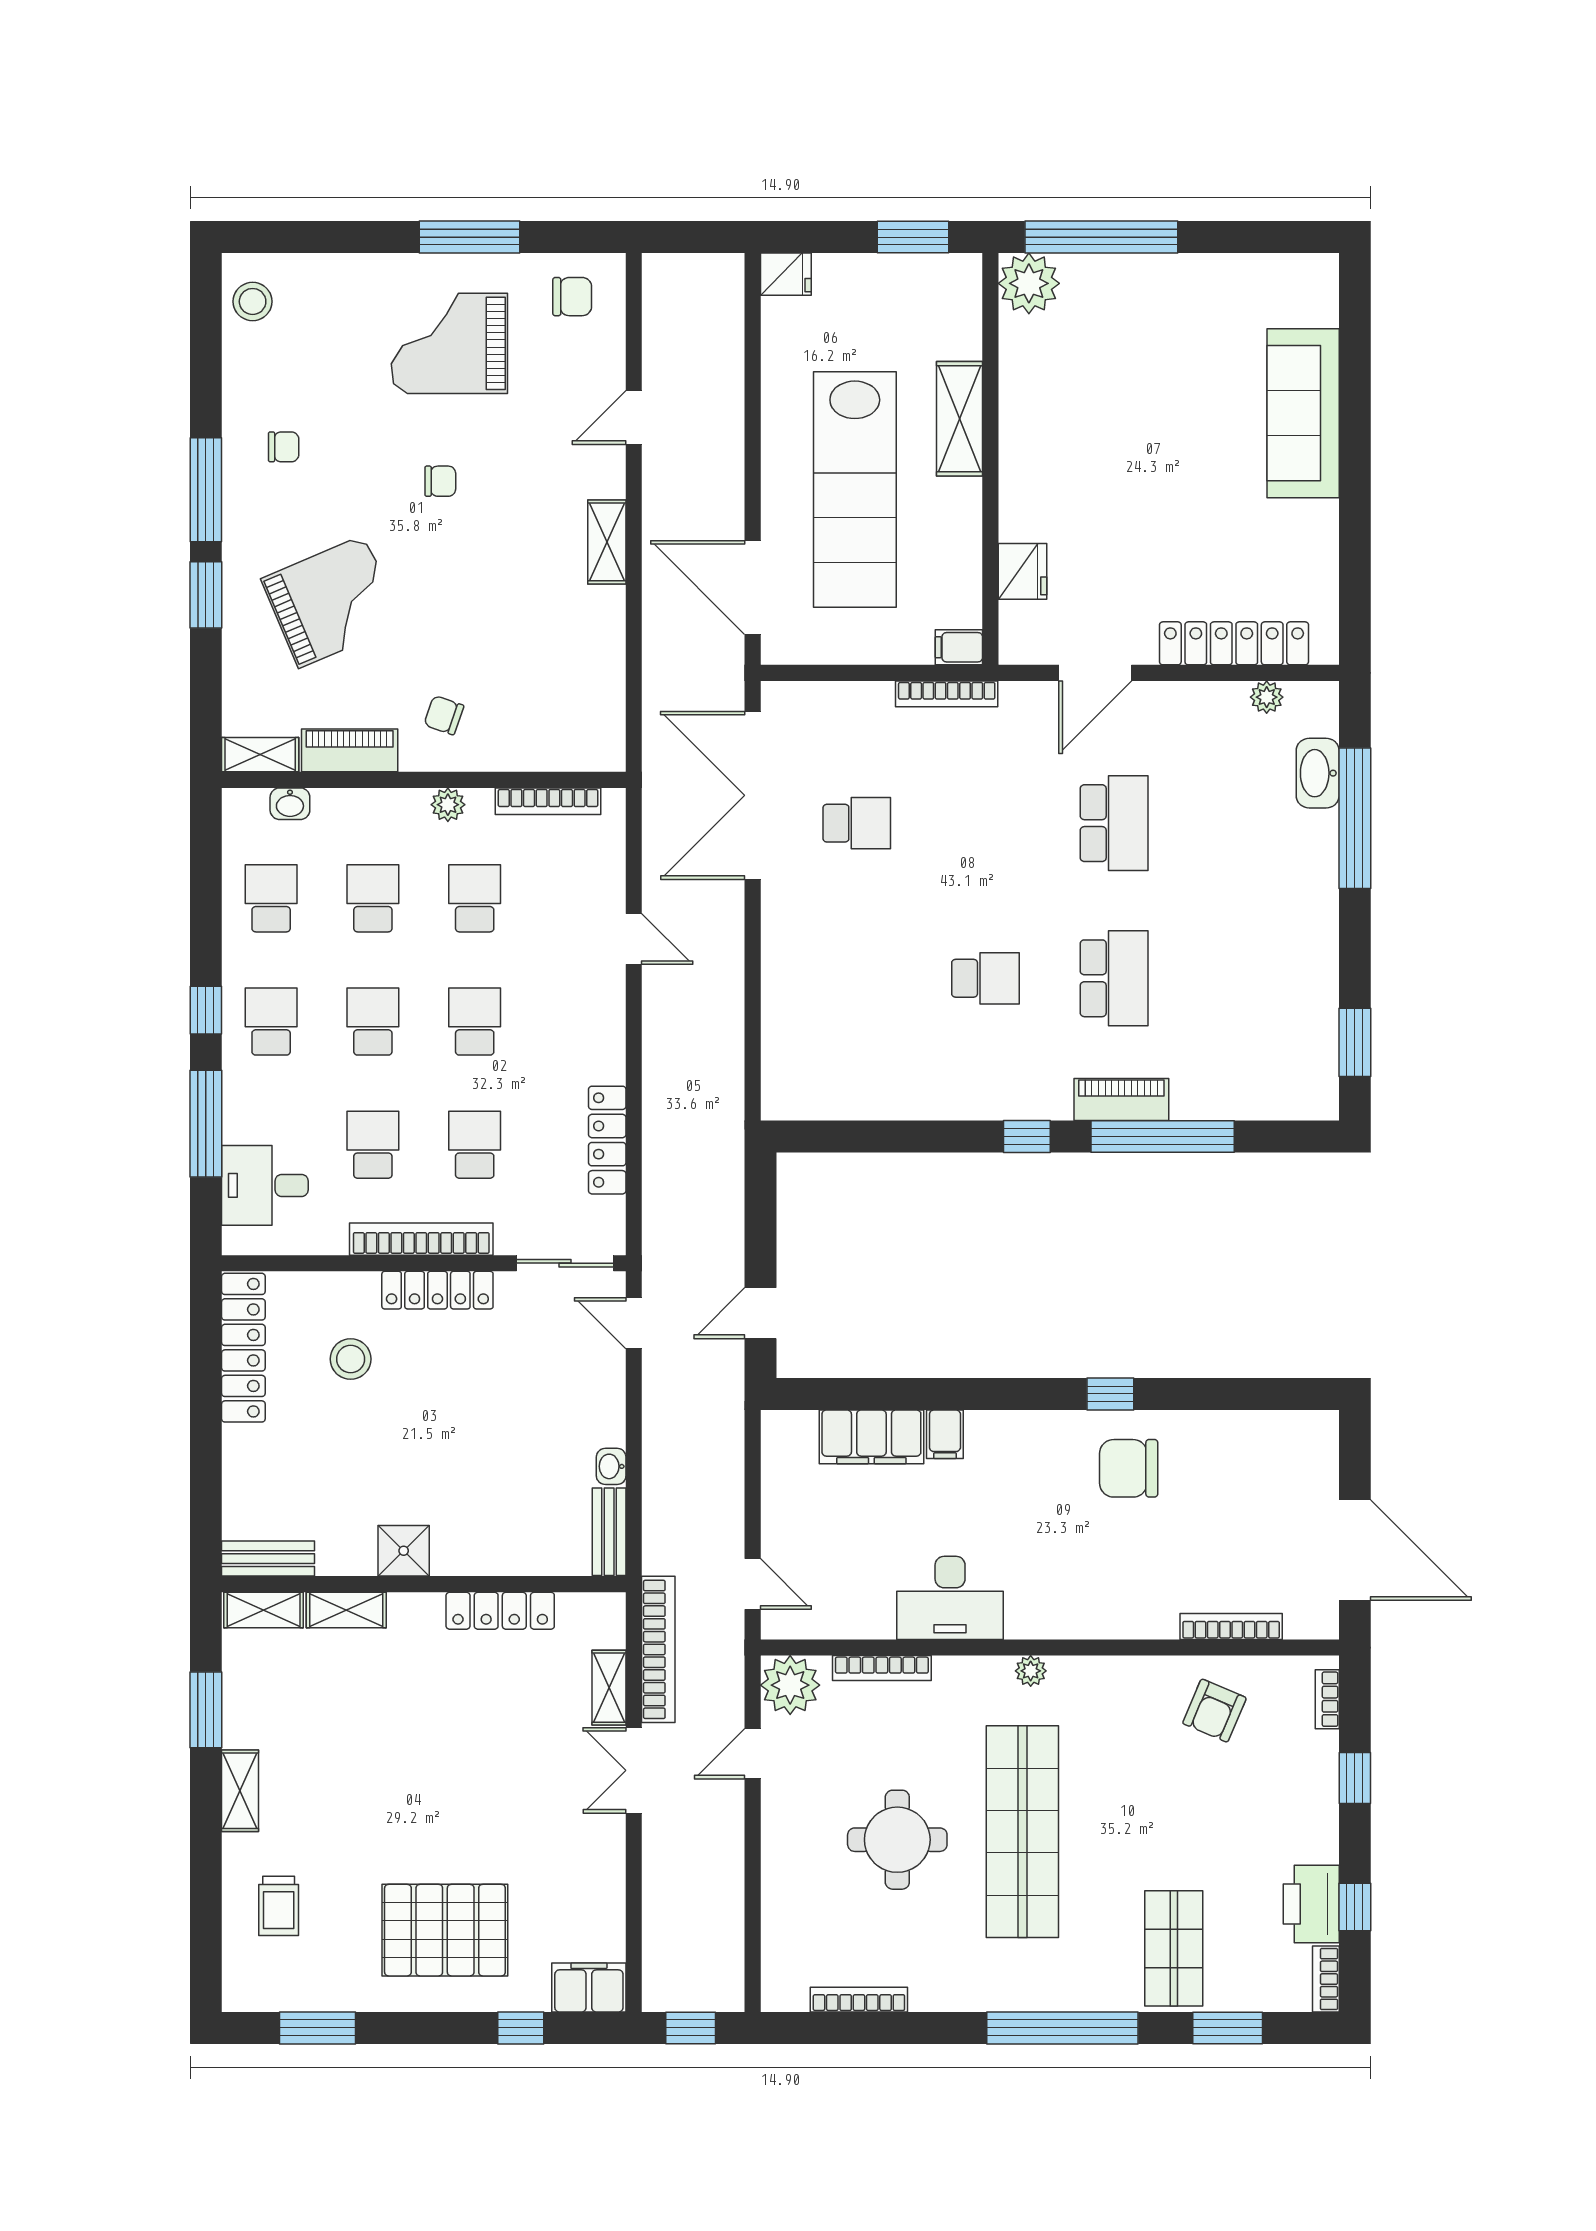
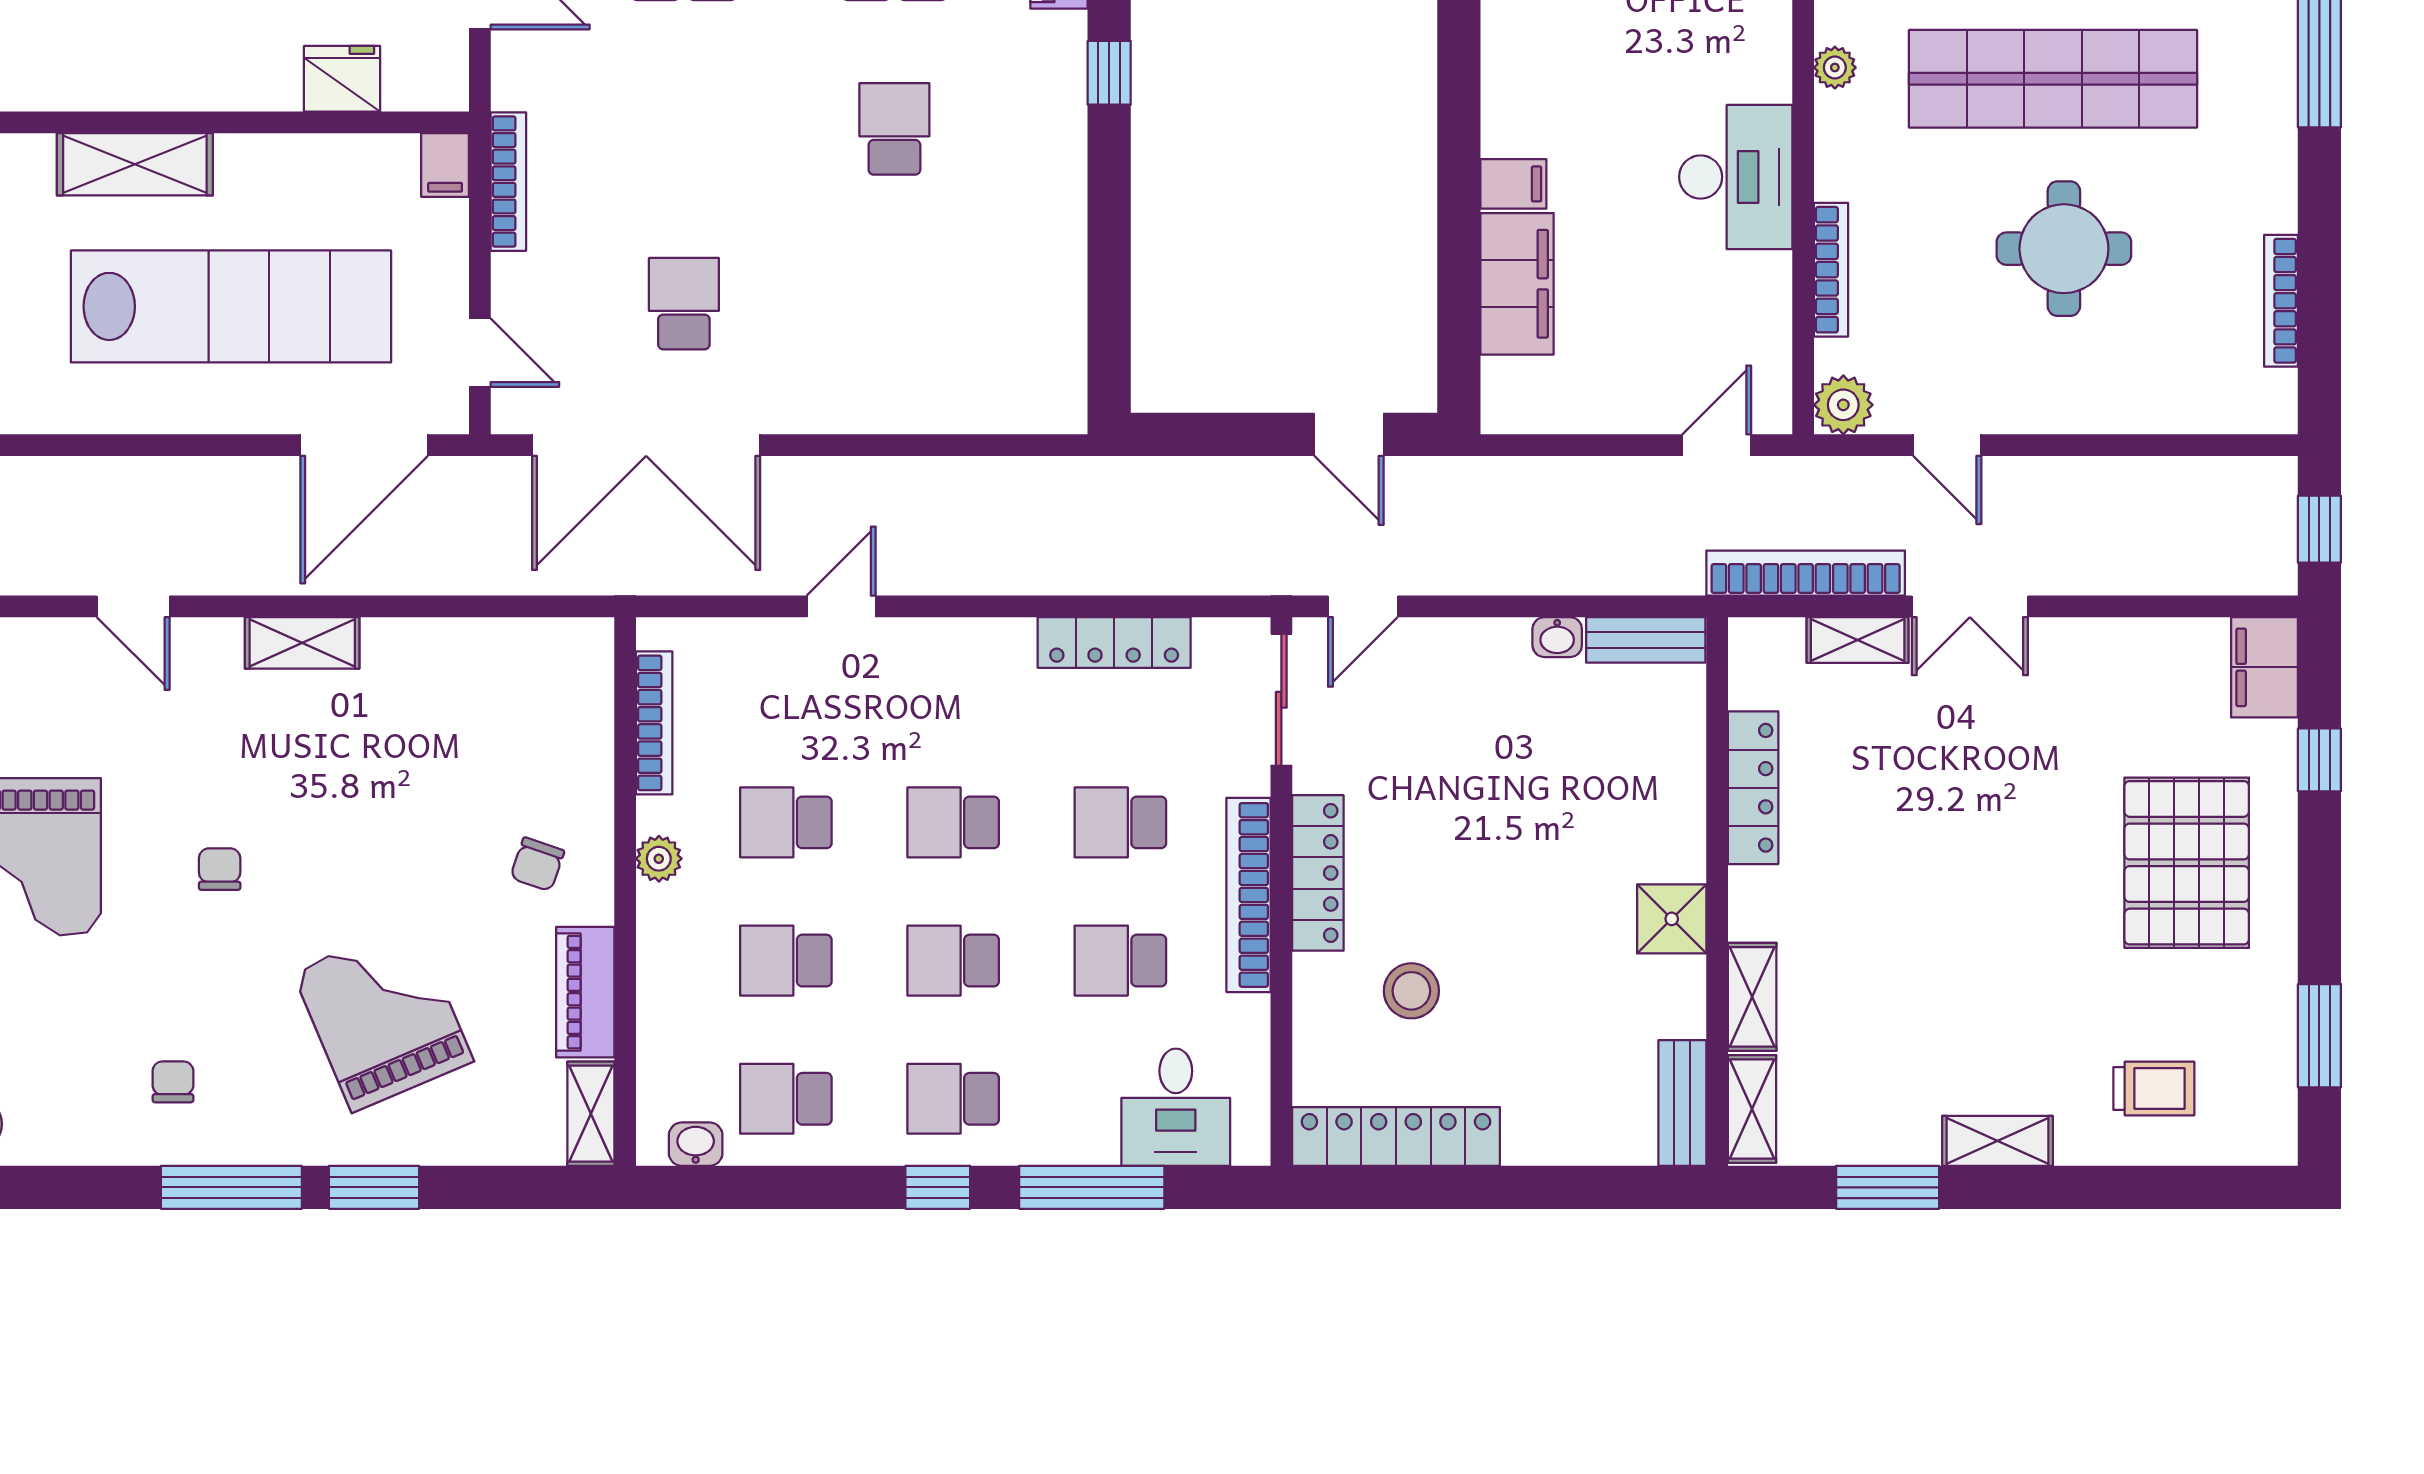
door: (821, 673) -> (480, 353), added
washbasin: (290, 804) -> (696, 1144), moved, turned -90
plant: (790, 1685) -> (1843, 405), width x0.73, depth x0.73

